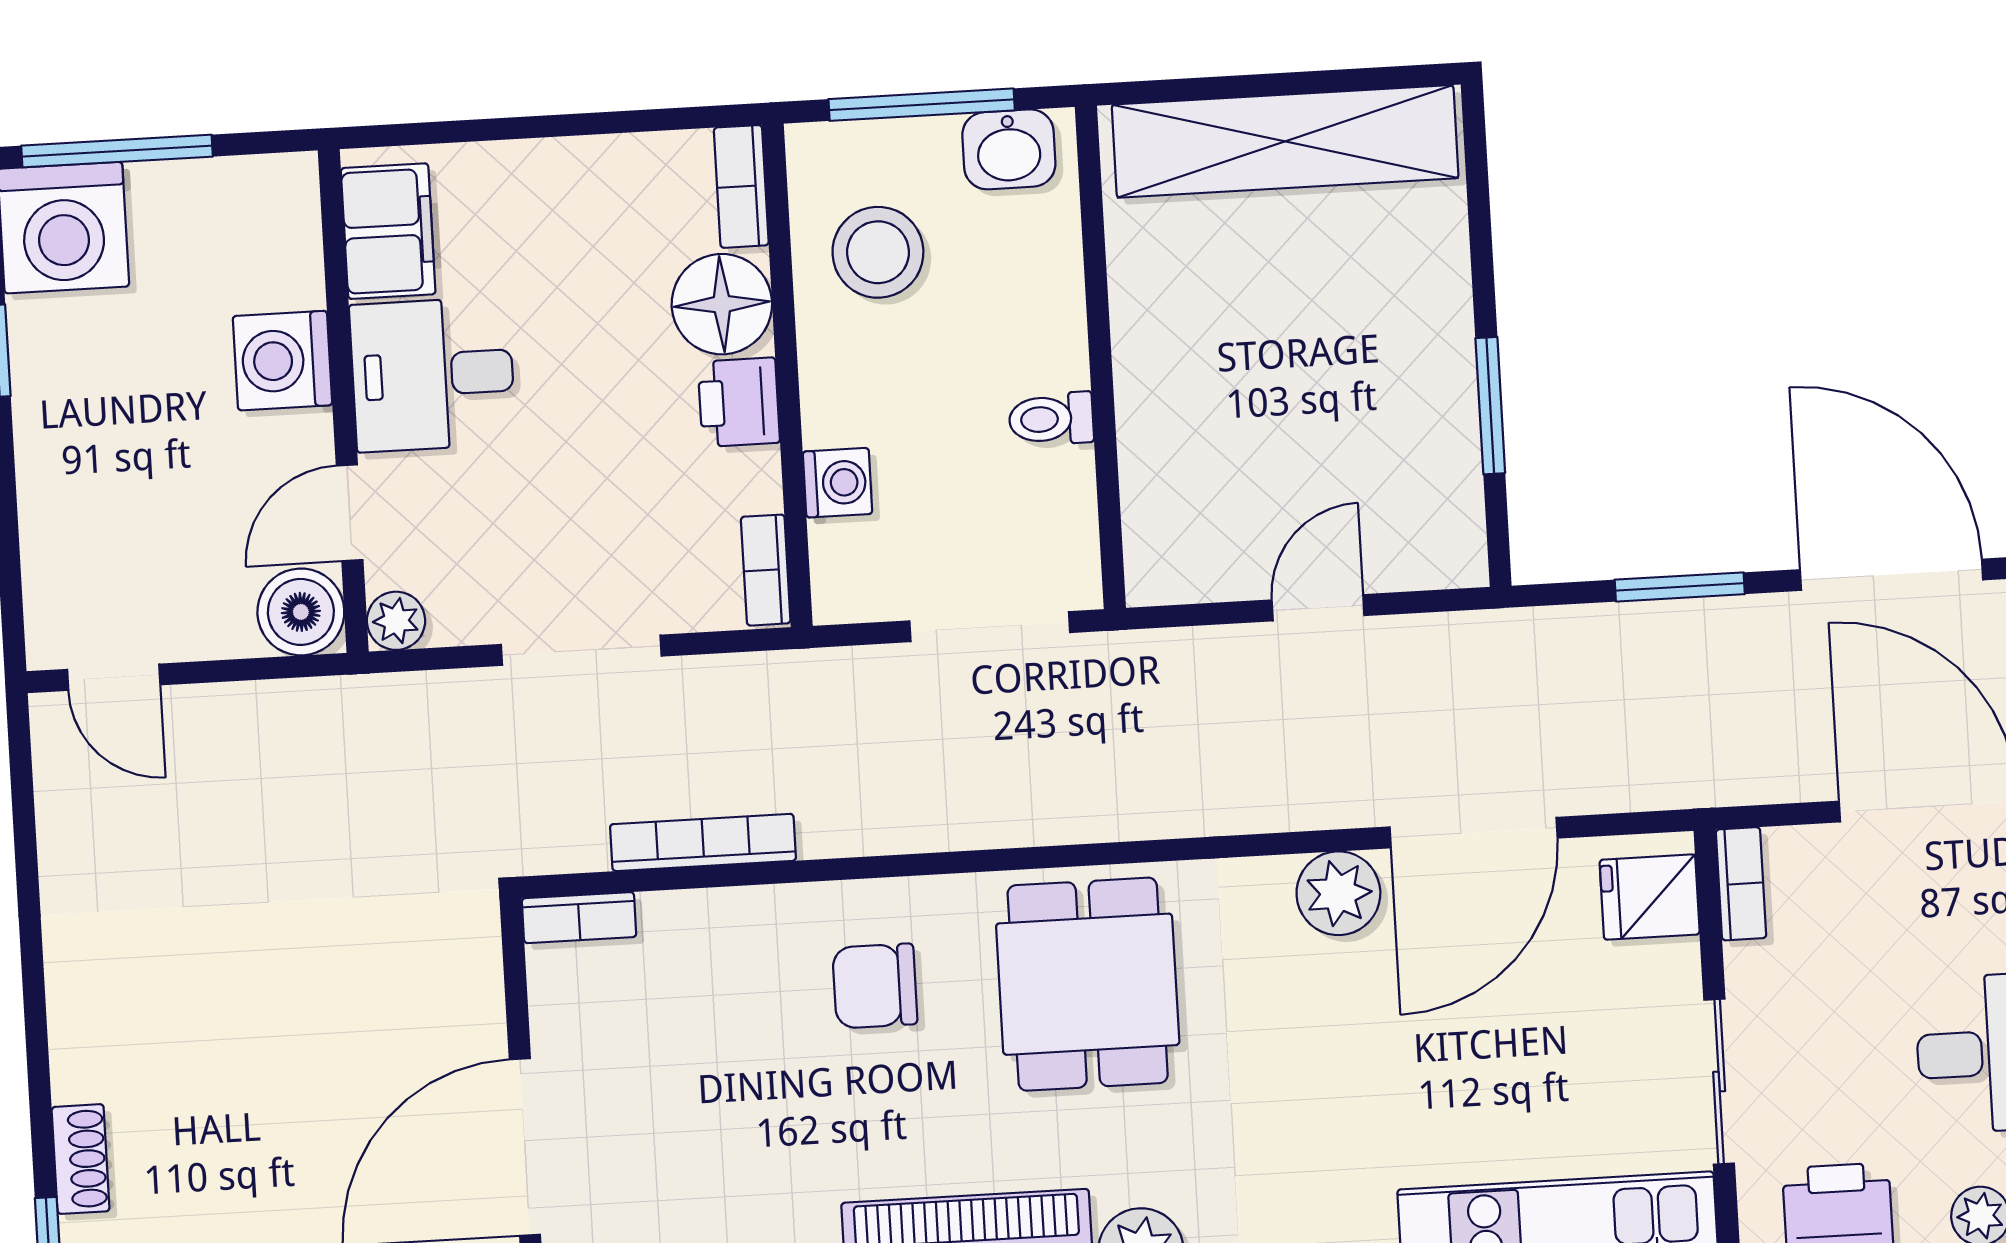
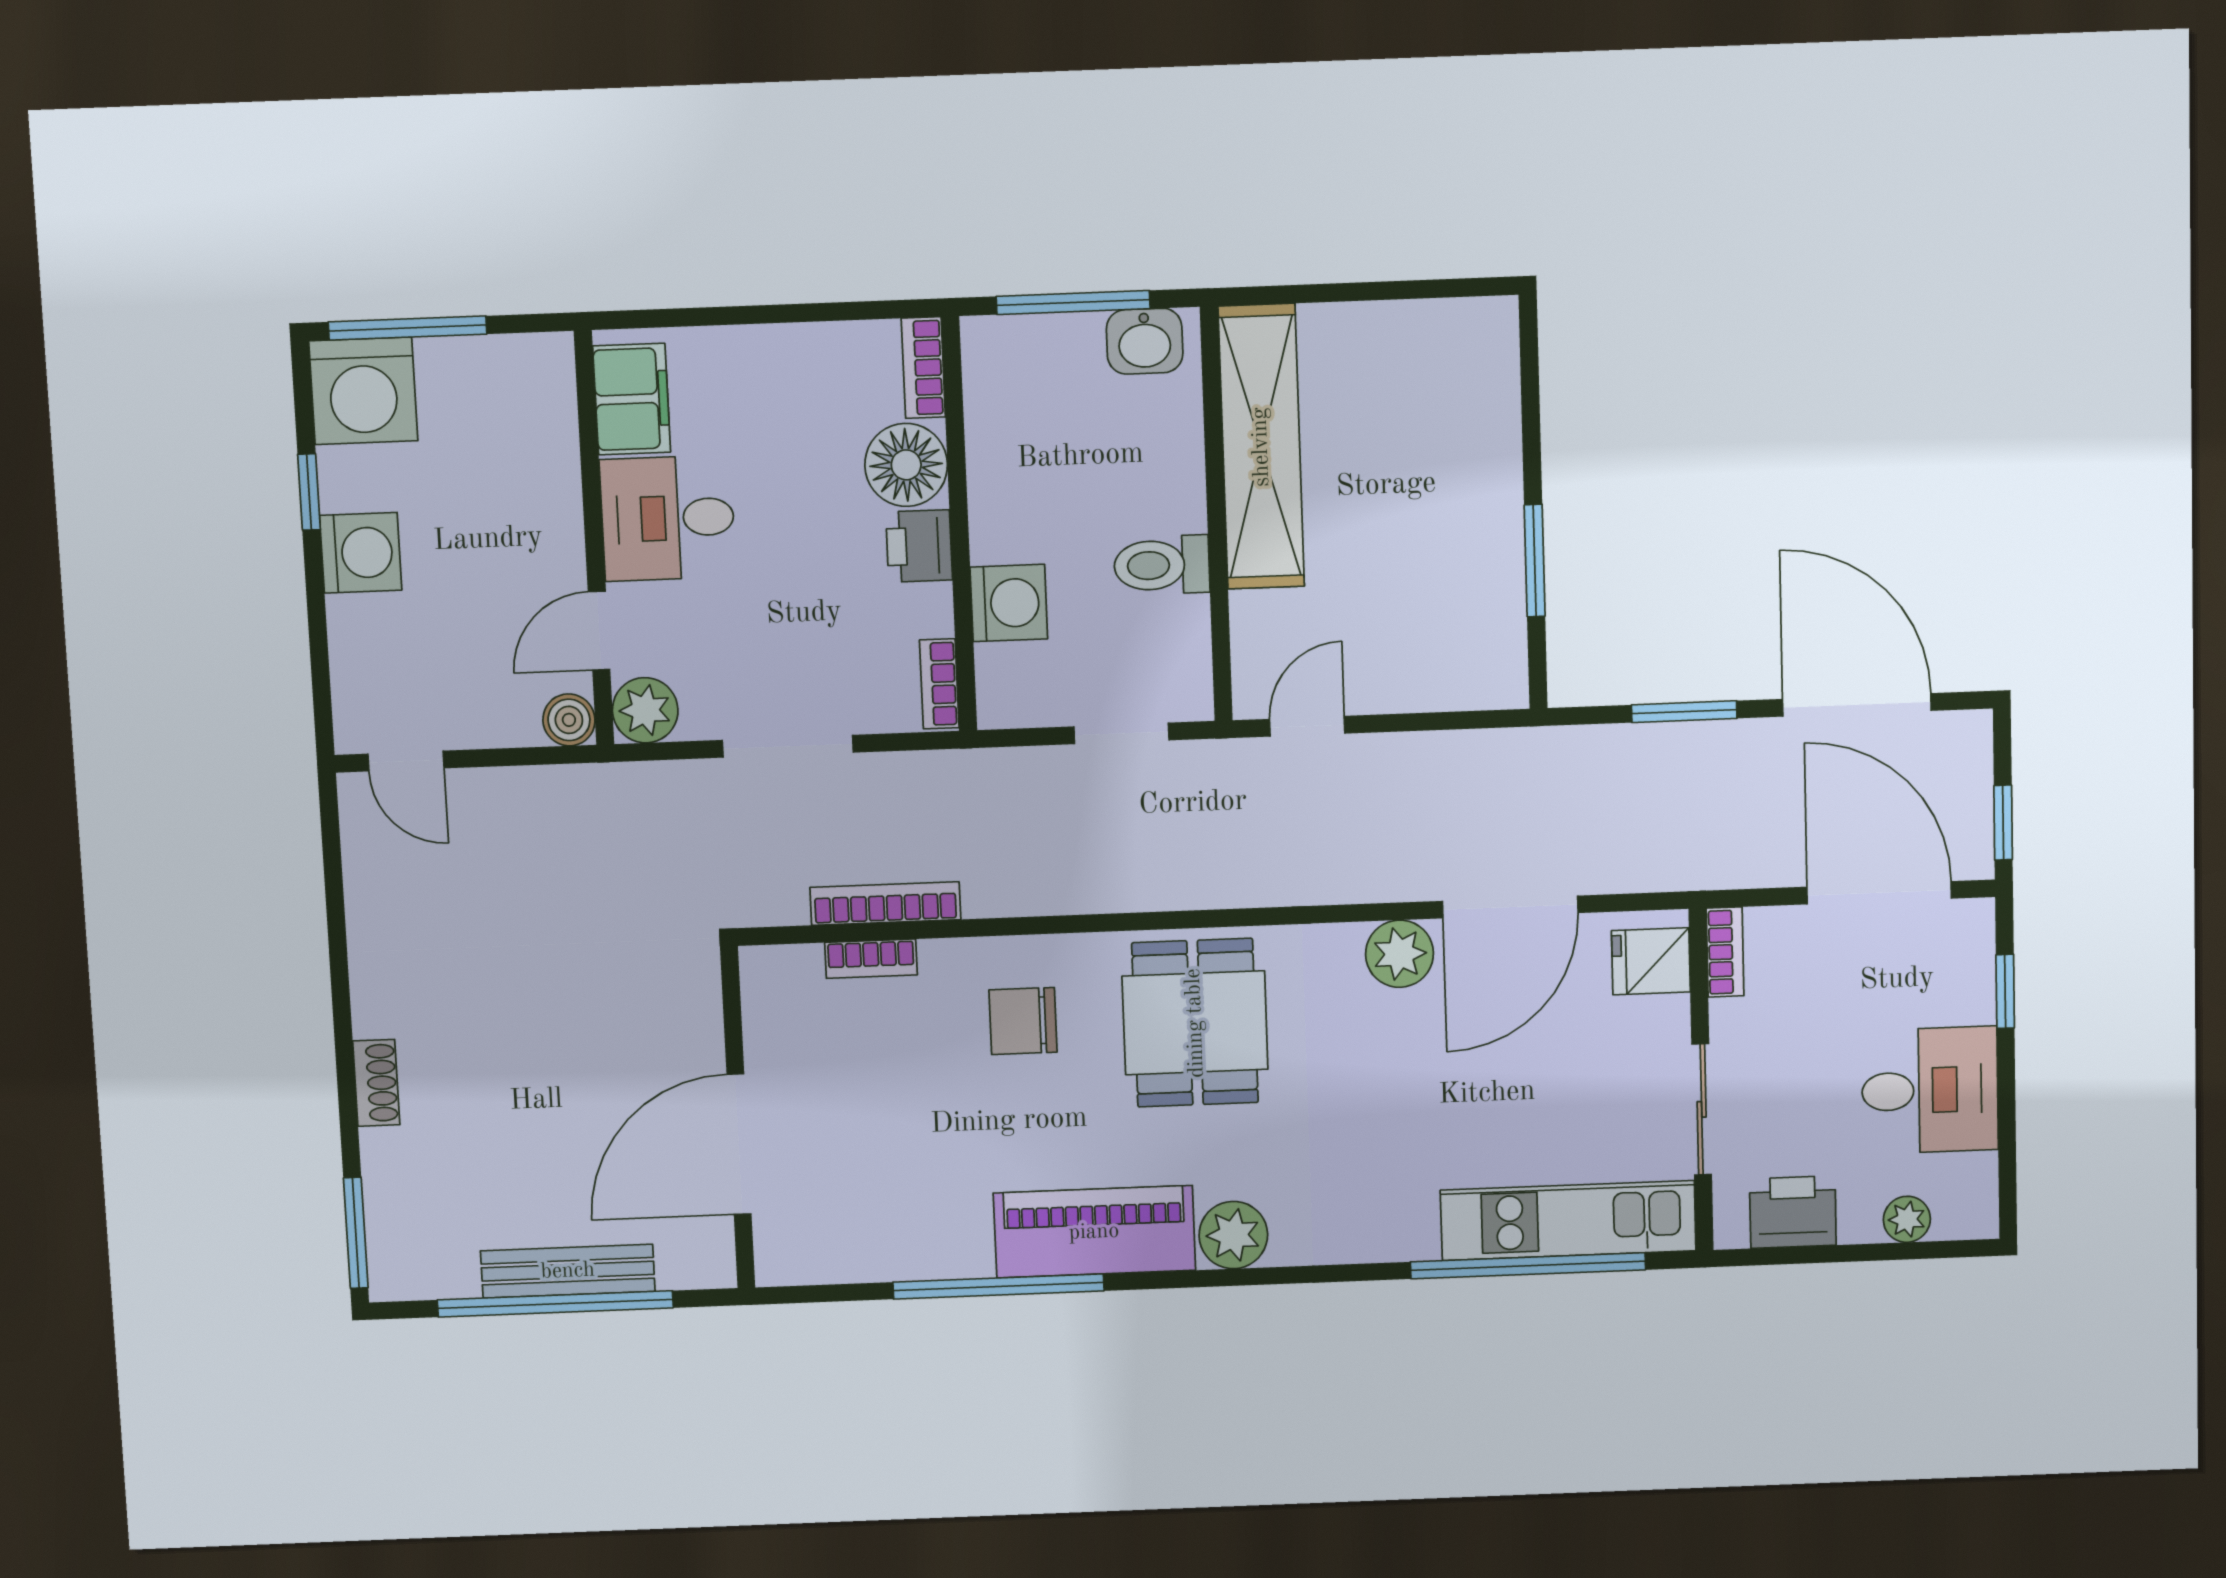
shelving: (1285, 141) -> (1261, 447), moved, turned 90
stool: (878, 252) -> (1035, 424), removed
washing machine: (283, 361) -> (361, 553), moved, turned 180
toilet: (1051, 419) -> (1162, 565), width x1.37, depth x1.39
washing machine: (838, 483) -> (1009, 603), width x1.38, depth x1.38
door: (1318, 608) -> (1307, 726), moved
boiler: (301, 612) -> (569, 720), width x0.73, depth x0.73
plant: (396, 621) -> (645, 710), width x1.38, depth x1.38
doorway: (990, 627) -> (1121, 733), width x0.73
bookcase: (579, 918) -> (871, 959), moved
shoe rack: (81, 1159) -> (376, 1083), moved

